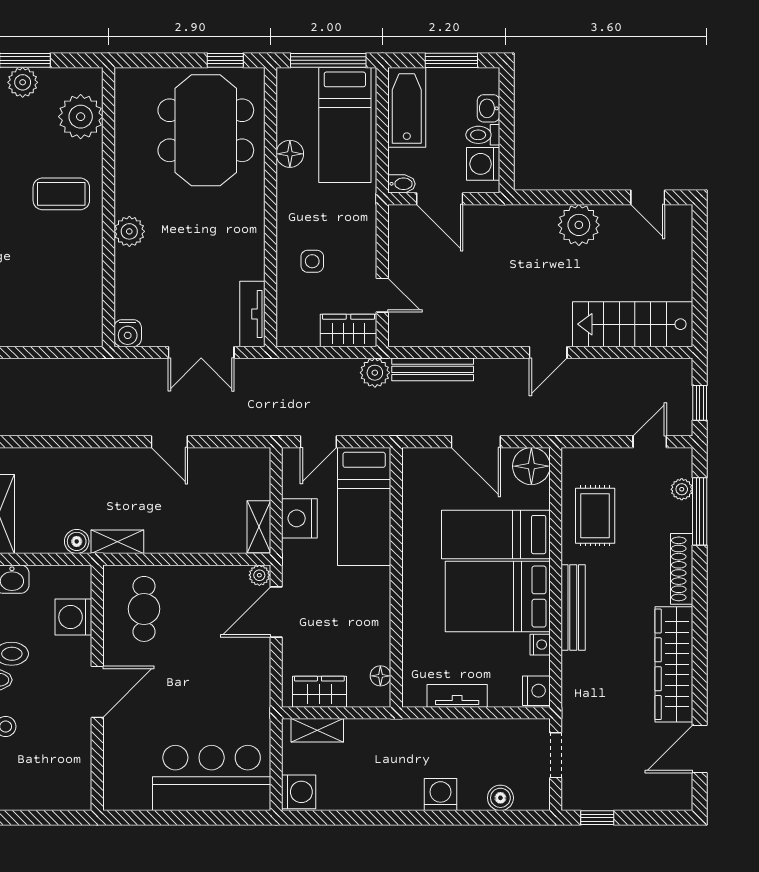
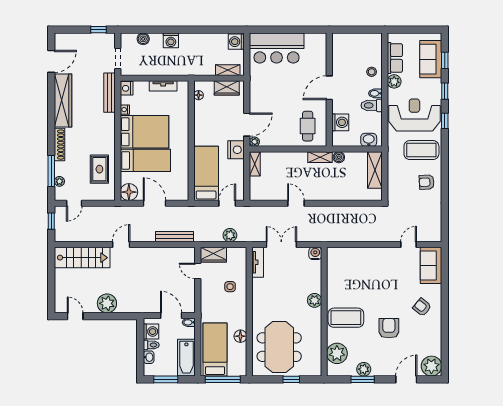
window: (225, 60) -> (291, 379), moved
coffee table: (61, 194) -> (346, 318), width x1.36, depth x1.32
plant: (375, 373) -> (230, 235), moved
nightstand: (299, 518) -> (236, 150), moved
bench: (573, 608) -> (110, 93), moved

